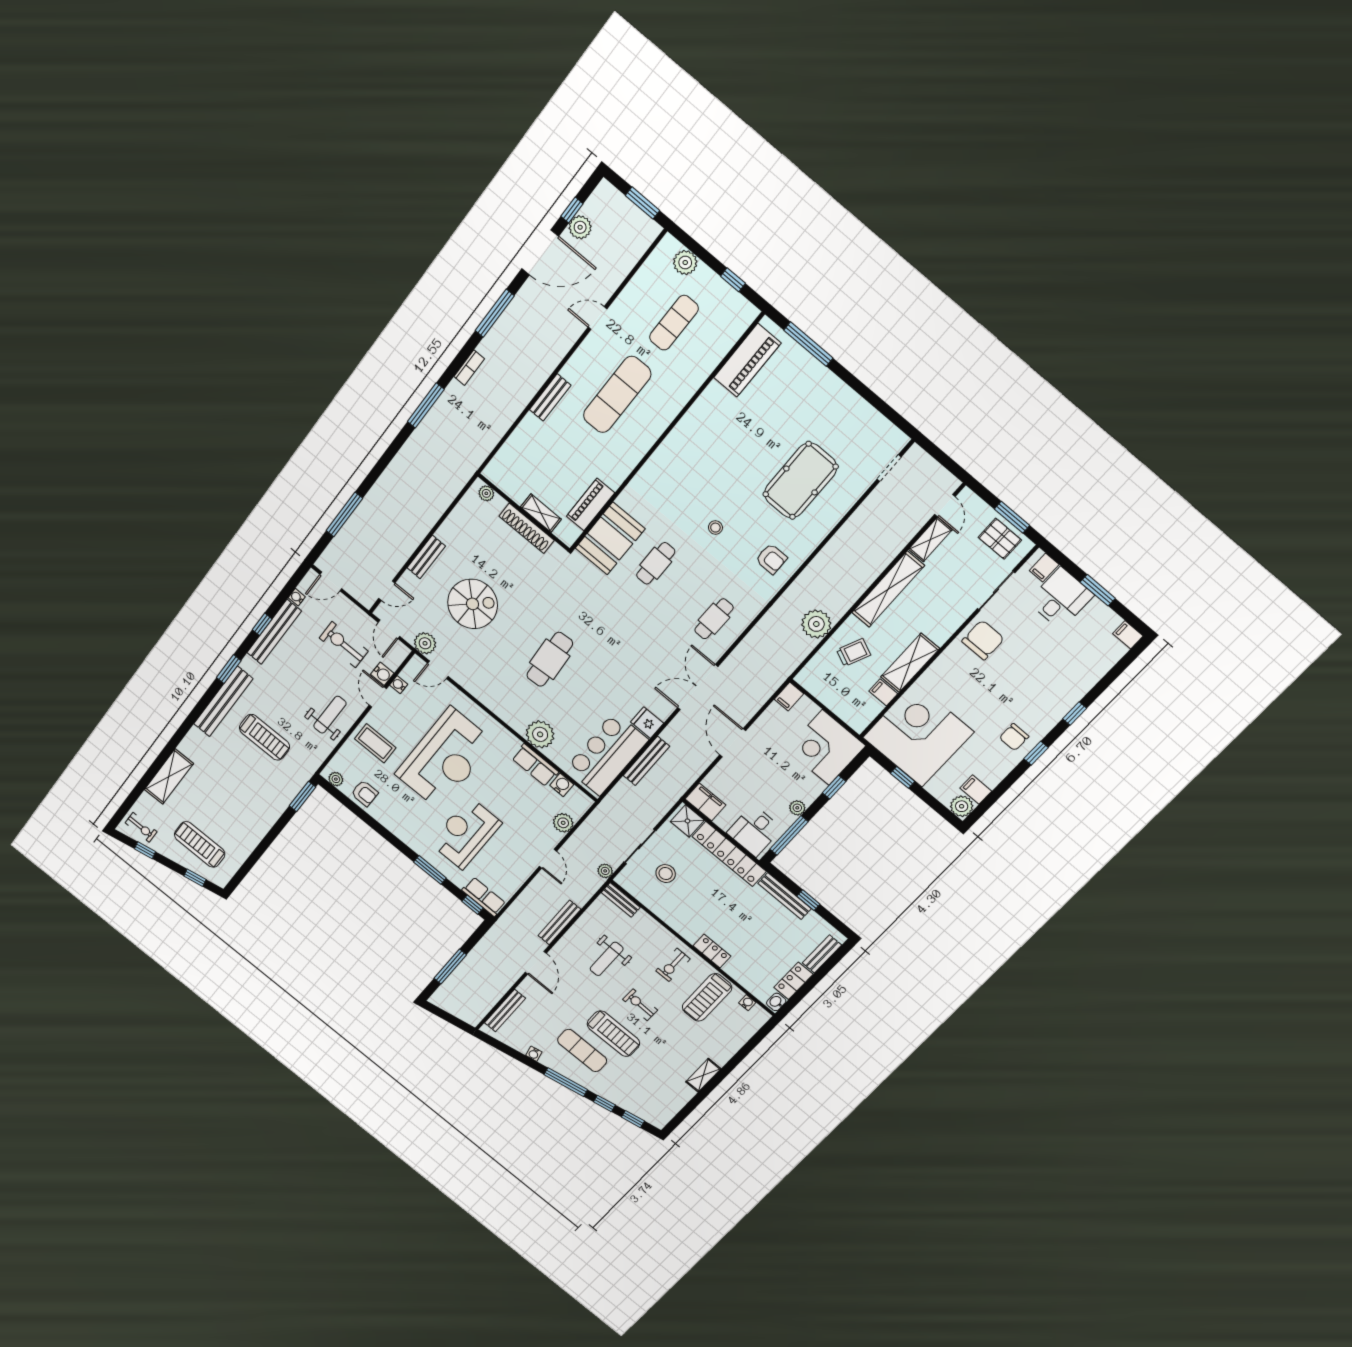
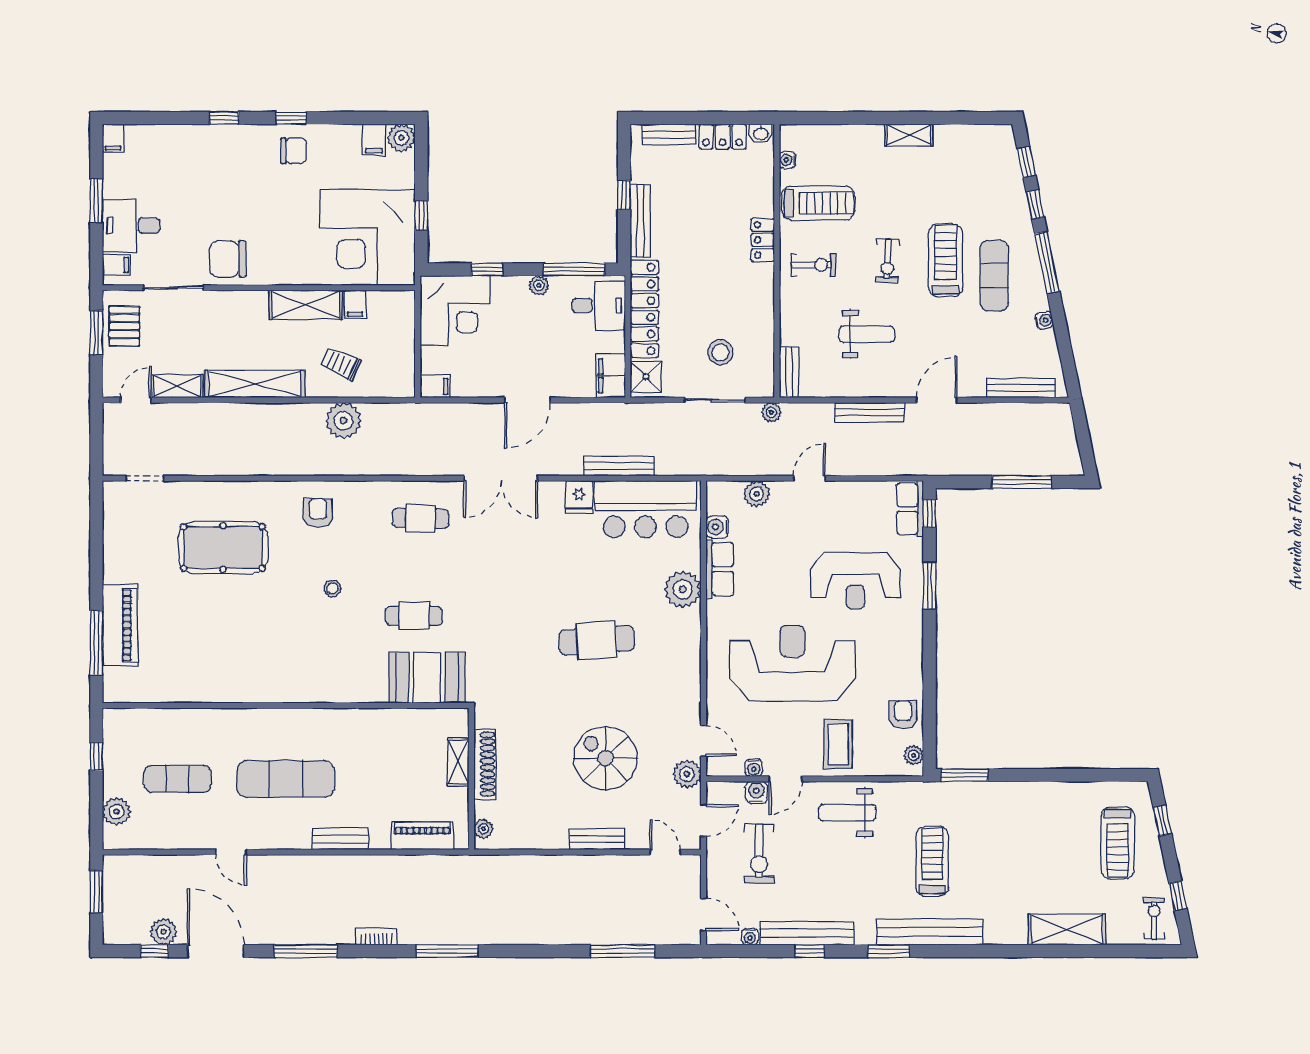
piano: (747, 360) -> (120, 625), moved, turned 90
piano: (590, 505) -> (422, 836), moved, turned 180

